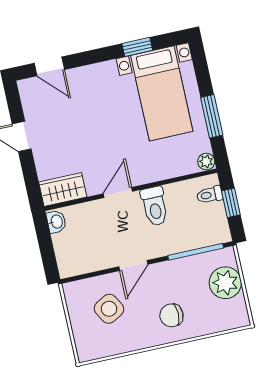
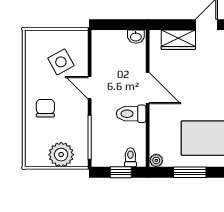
wardrobe: (63, 189) -> (178, 40), moved, turned 90
door: (118, 192) -> (148, 88), width x1.38

